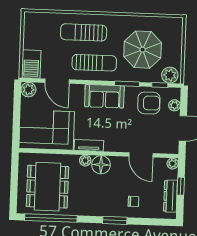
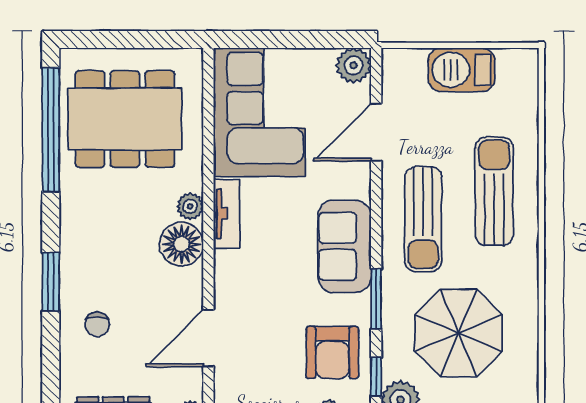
barbecue: (31, 64) -> (462, 70), moved

